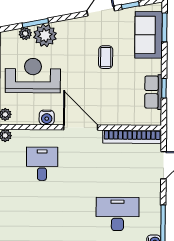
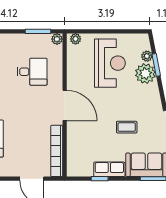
row of seats: (153, 92) -> (109, 169), moved
water cooler: (47, 117) -> (73, 76), removed
door: (81, 127) -> (65, 105), hinge flipped

